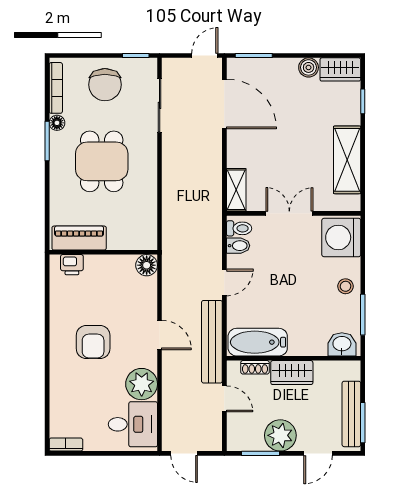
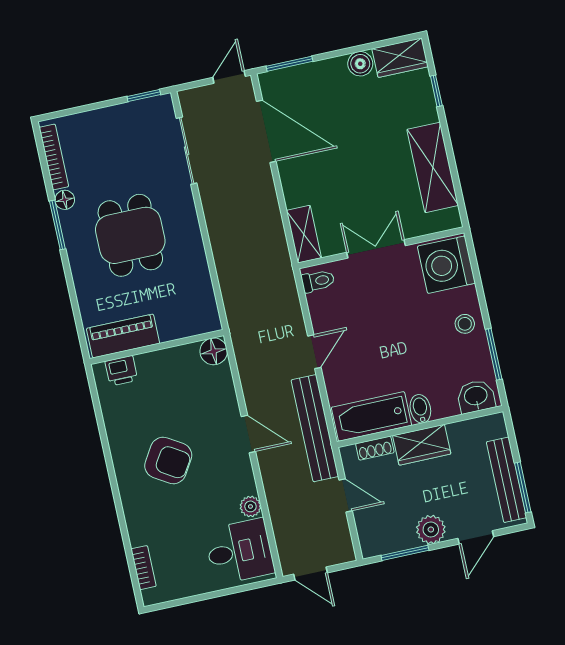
chair: (105, 85) -> (114, 140), removed
bidet: (238, 246) -> (420, 409), moved, turned -90
armchair: (93, 342) -> (168, 461), turned -58
plant: (142, 384) -> (250, 506), width x0.53, depth x0.53
plant: (280, 435) -> (431, 530), width x0.73, depth x0.73
bookcase: (66, 445) -> (144, 568), moved, turned 90

